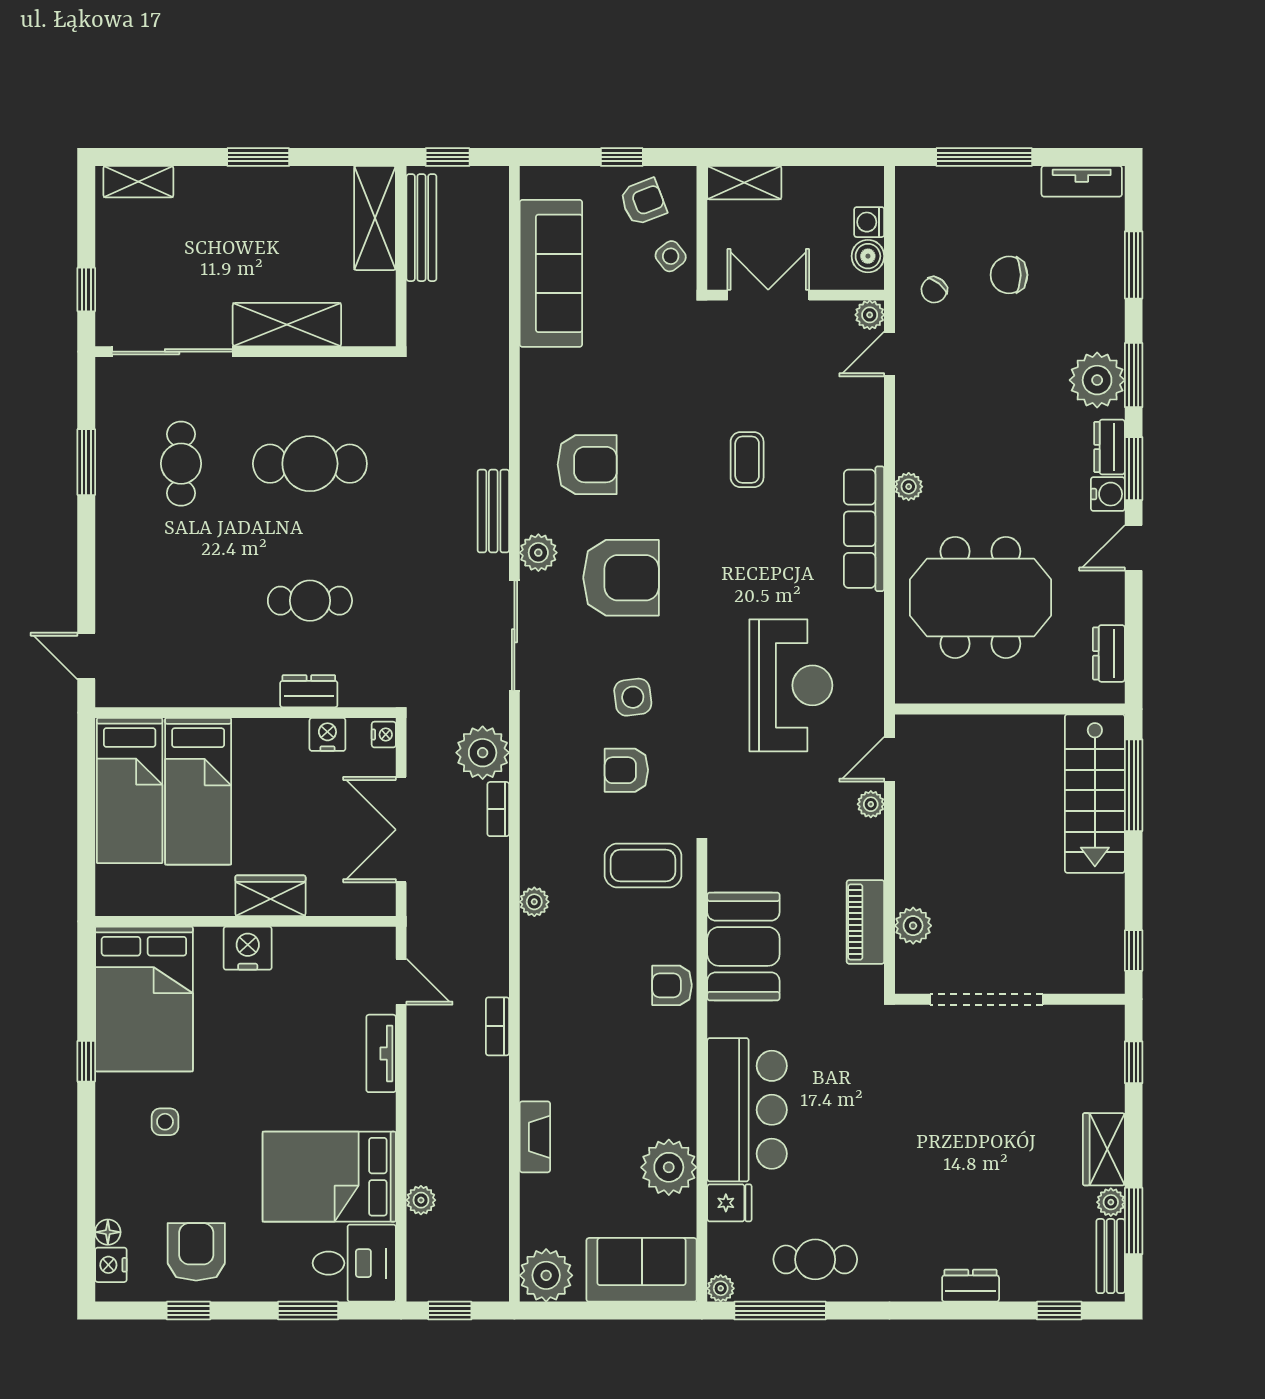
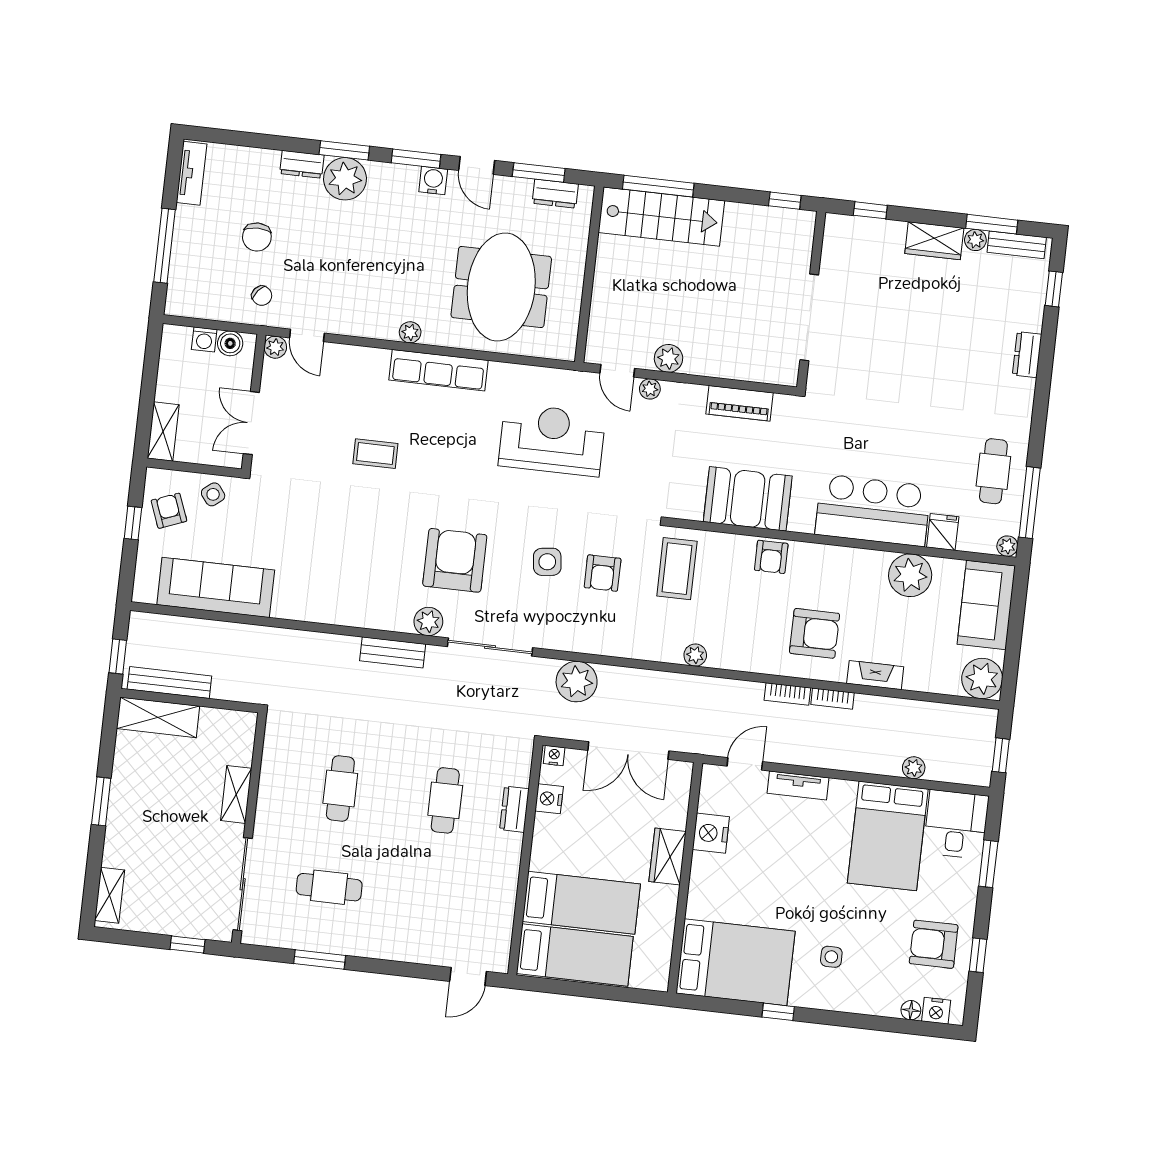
window: (1134, 265) -> (539, 173), moved
shelving: (287, 325) -> (236, 794), width x0.67, depth x0.75
dresser: (1109, 447) -> (302, 164), moved
cafe table: (310, 464) -> (340, 788), width x0.73, depth x0.74
armchair: (587, 465) -> (815, 633), moved, turned 90
bookcase: (498, 809) -> (833, 699), moved
plant: (913, 926) -> (668, 358), moved
nightstand: (248, 948) -> (711, 833), moved

